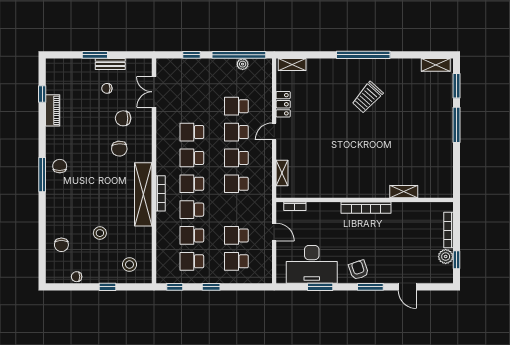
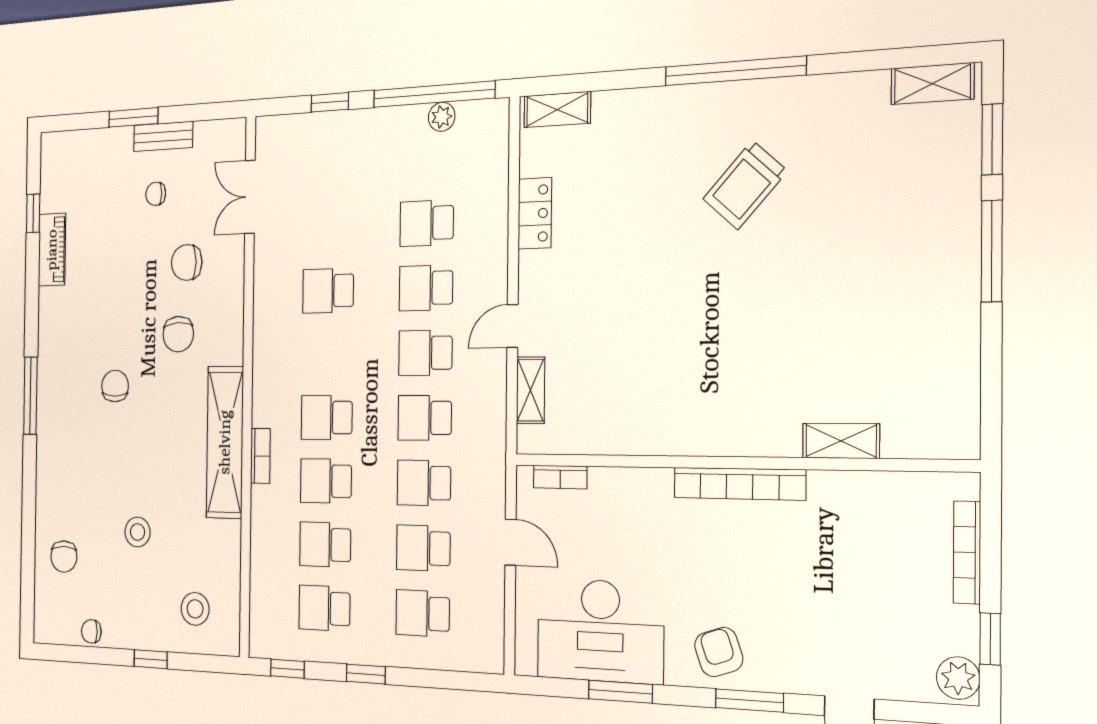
door: (274, 131) -> (512, 326), moved
school desk: (192, 158) -> (424, 483), moved
chair: (60, 166) -> (115, 386), moved
bookcase: (161, 193) -> (260, 456), width x0.64
plant: (446, 257) -> (958, 678), moved

